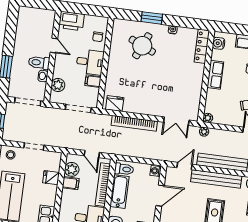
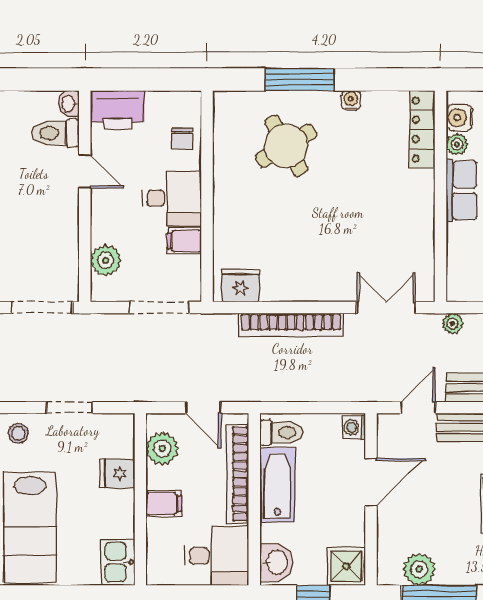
window: (152, 18) -> (300, 80), width x1.44
round table: (142, 46) -> (286, 146), turned 36
toilet: (39, 63) -> (56, 133), moved
washbasin: (43, 76) -> (69, 104), moved
plant: (208, 118) -> (457, 144), moved
double door: (176, 121) -> (386, 308), swing flipped
filing cabinet: (71, 183) -> (164, 504), moved

